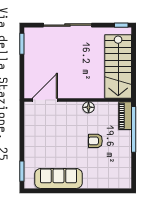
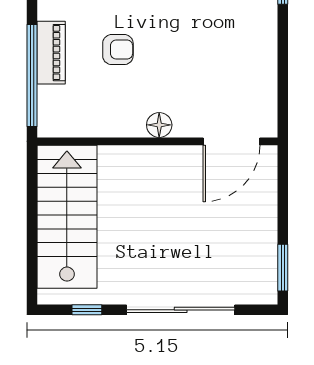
window: (121, 25) -> (87, 310), moved
floor lamp: (89, 107) -> (159, 125), moved
piano: (125, 116) -> (51, 53), moved

